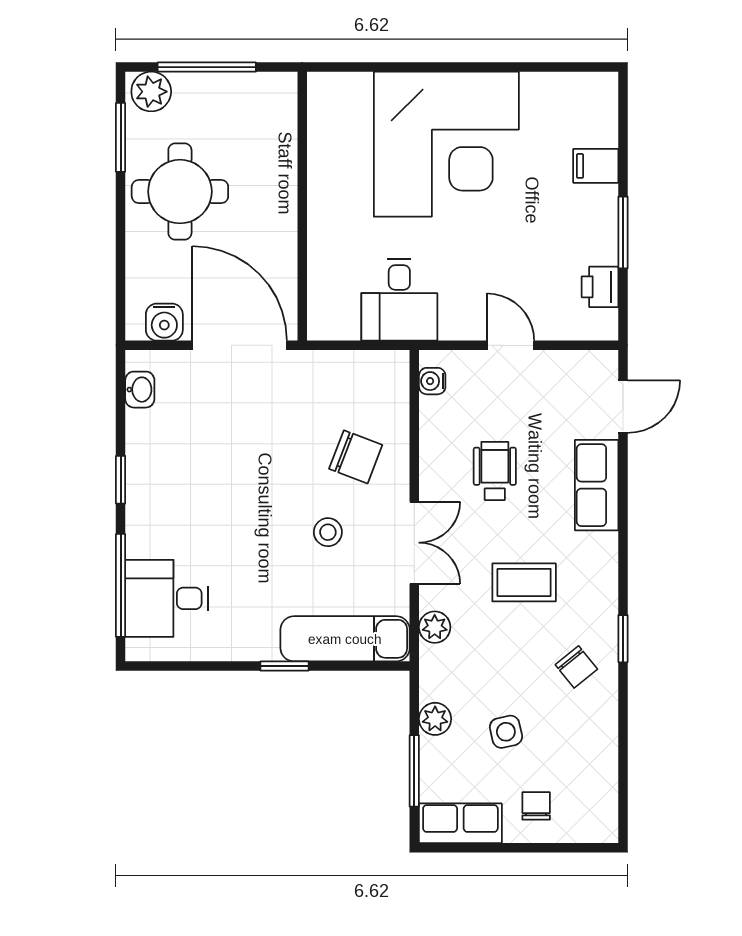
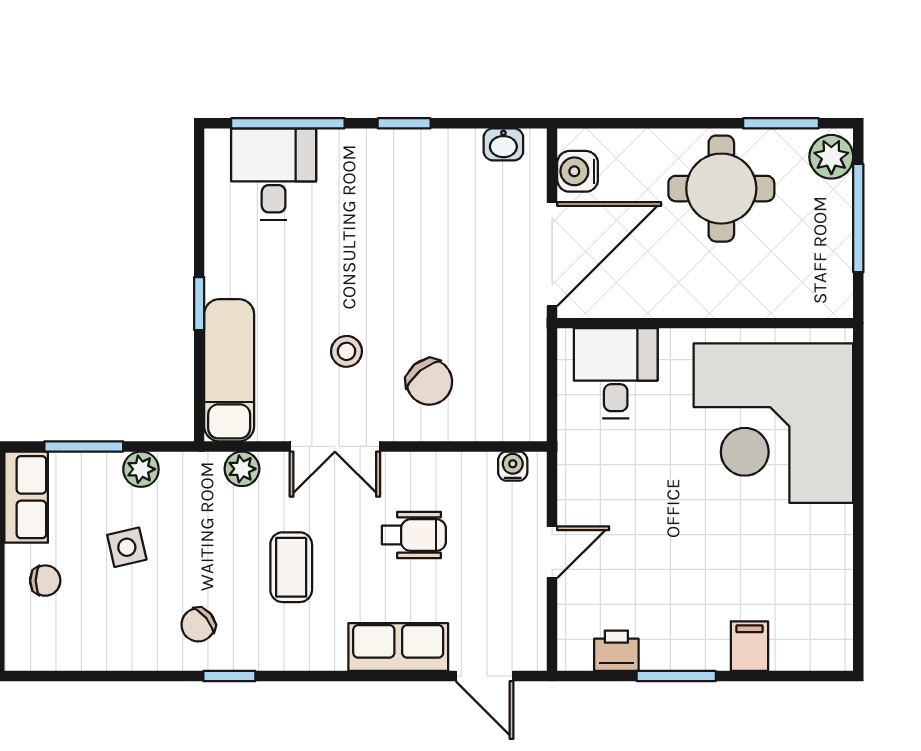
corner desk: (446, 144) -> (773, 423), moved
desk: (399, 300) -> (616, 373), moved, turned 90
chair: (356, 457) -> (429, 382), turned -60

